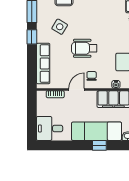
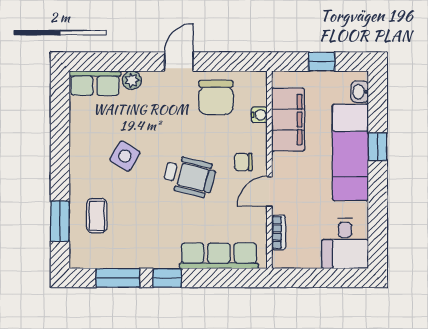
side table: (60, 27) -> (125, 156), moved
wheelchair: (84, 48) -> (189, 176), turned -76
door: (77, 90) -> (269, 191), hinge flipped

